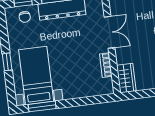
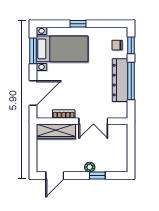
wardrobe: (126, 78) -> (56, 131), width x1.50
door: (87, 101) -> (33, 93), added

